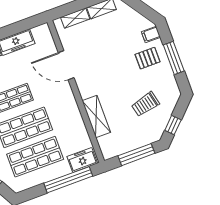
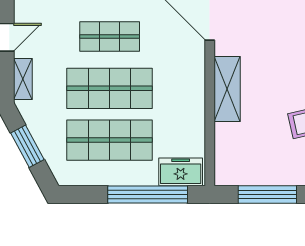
shelving: (96, 117) -> (227, 89), moved

